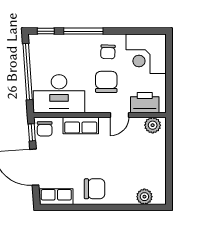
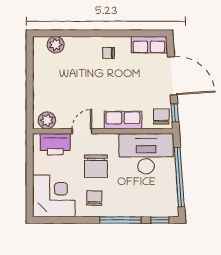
chair: (95, 189) -> (108, 53), width x0.54, depth x0.54

